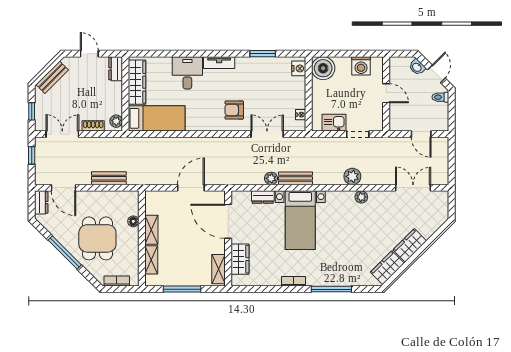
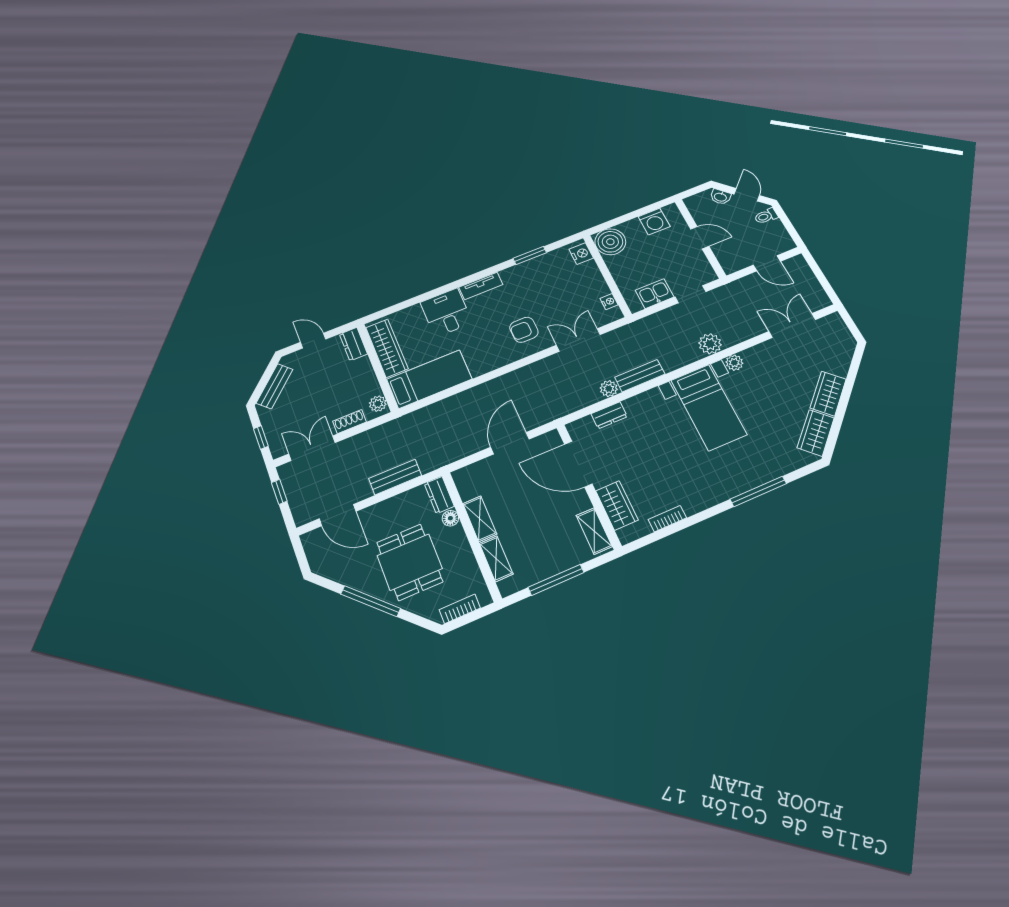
dresser: (41, 202) -> (439, 495), moved, turned 180
bed with nightstands: (300, 220) -> (709, 407), moved
bookcase: (294, 281) -> (667, 519), moved

